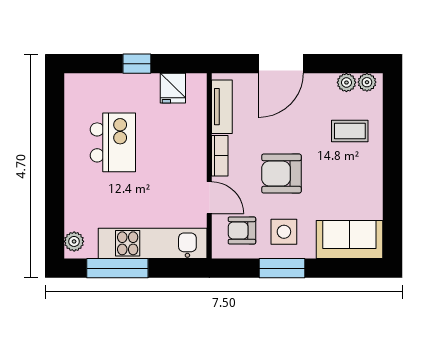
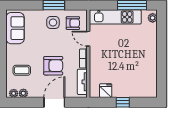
kitchen island: (113, 142) -> (134, 65), removed
armchair: (281, 174) -> (53, 66), moved
sofa: (349, 239) -> (15, 28), moved, turned -90

